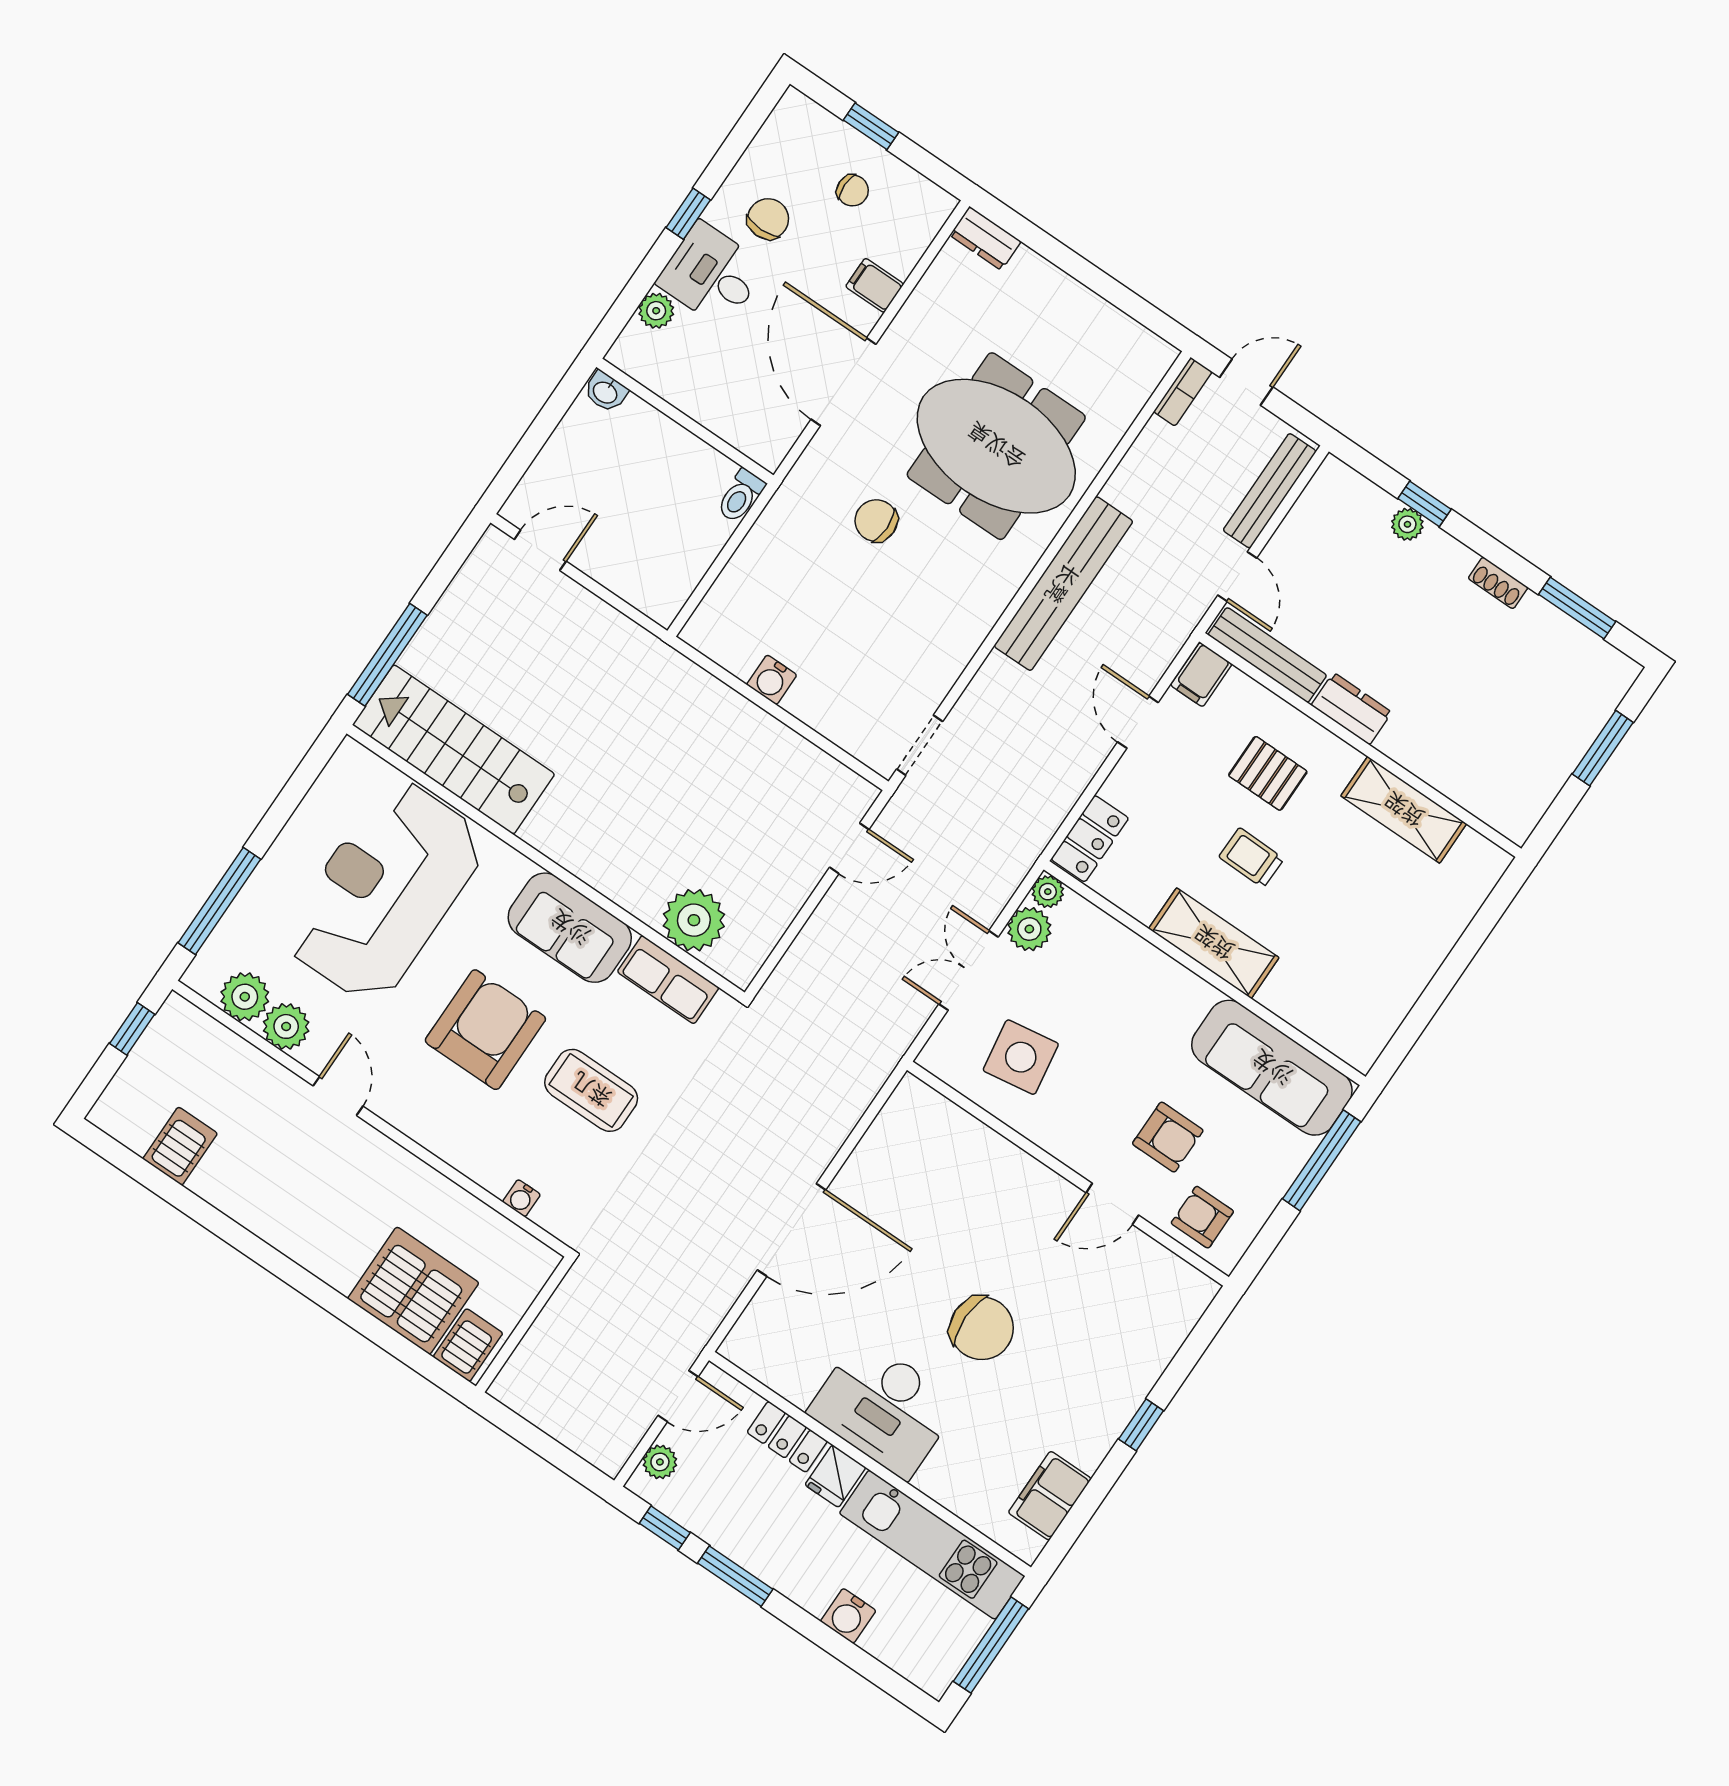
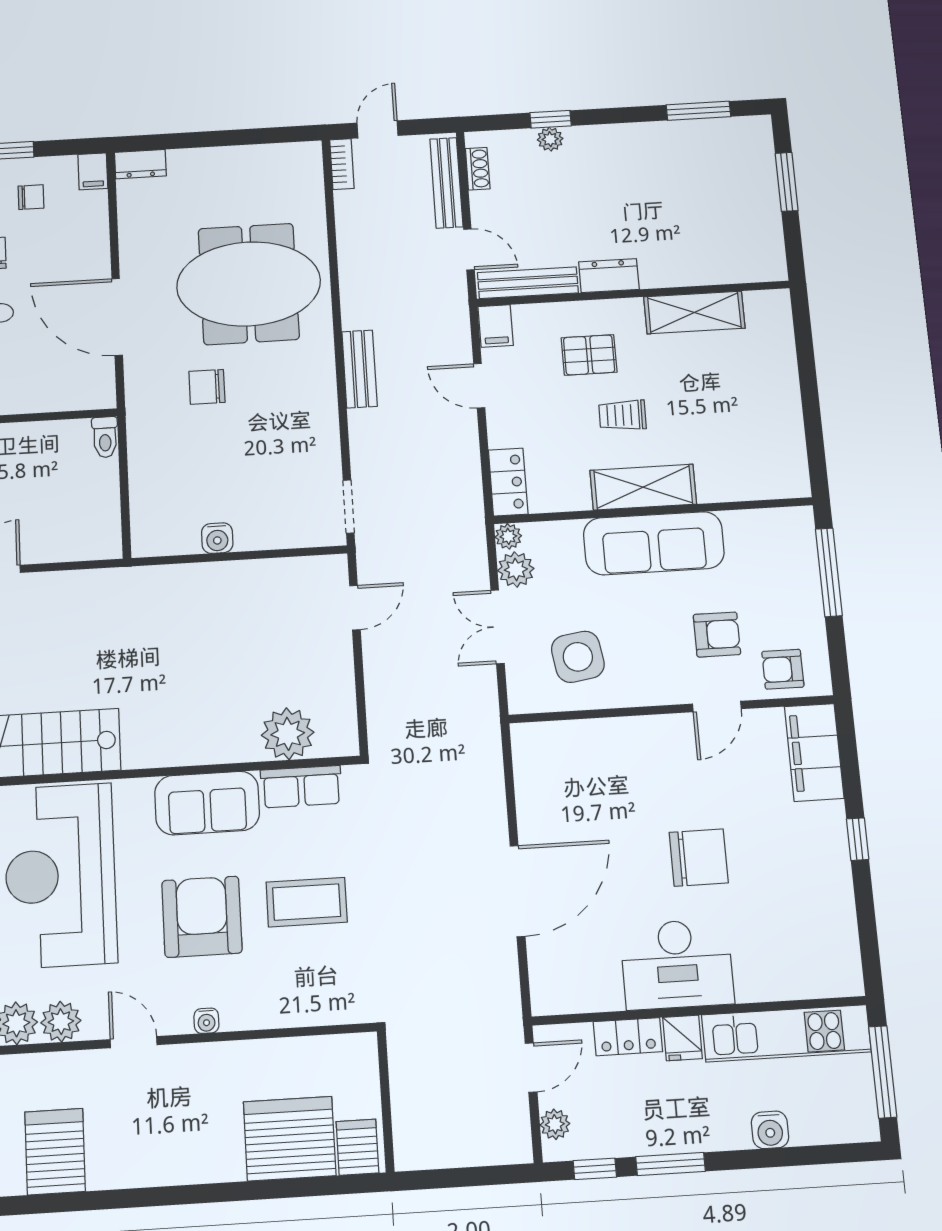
filing cabinet: (875, 285) -> (93, 171), moved, turned -90
shoe rack: (1498, 583) -> (478, 169), moved, turned -90
bench: (1063, 584) -> (359, 369), width x0.54, depth x0.82
sofa: (1272, 1068) -> (654, 543), moved
server rack: (180, 1146) -> (55, 1152), width x1.36, depth x1.44
water cooler: (521, 1198) -> (206, 1021), moved
filing cabinet: (1050, 1496) -> (814, 752), moved, width x1.50, depth x1.17

